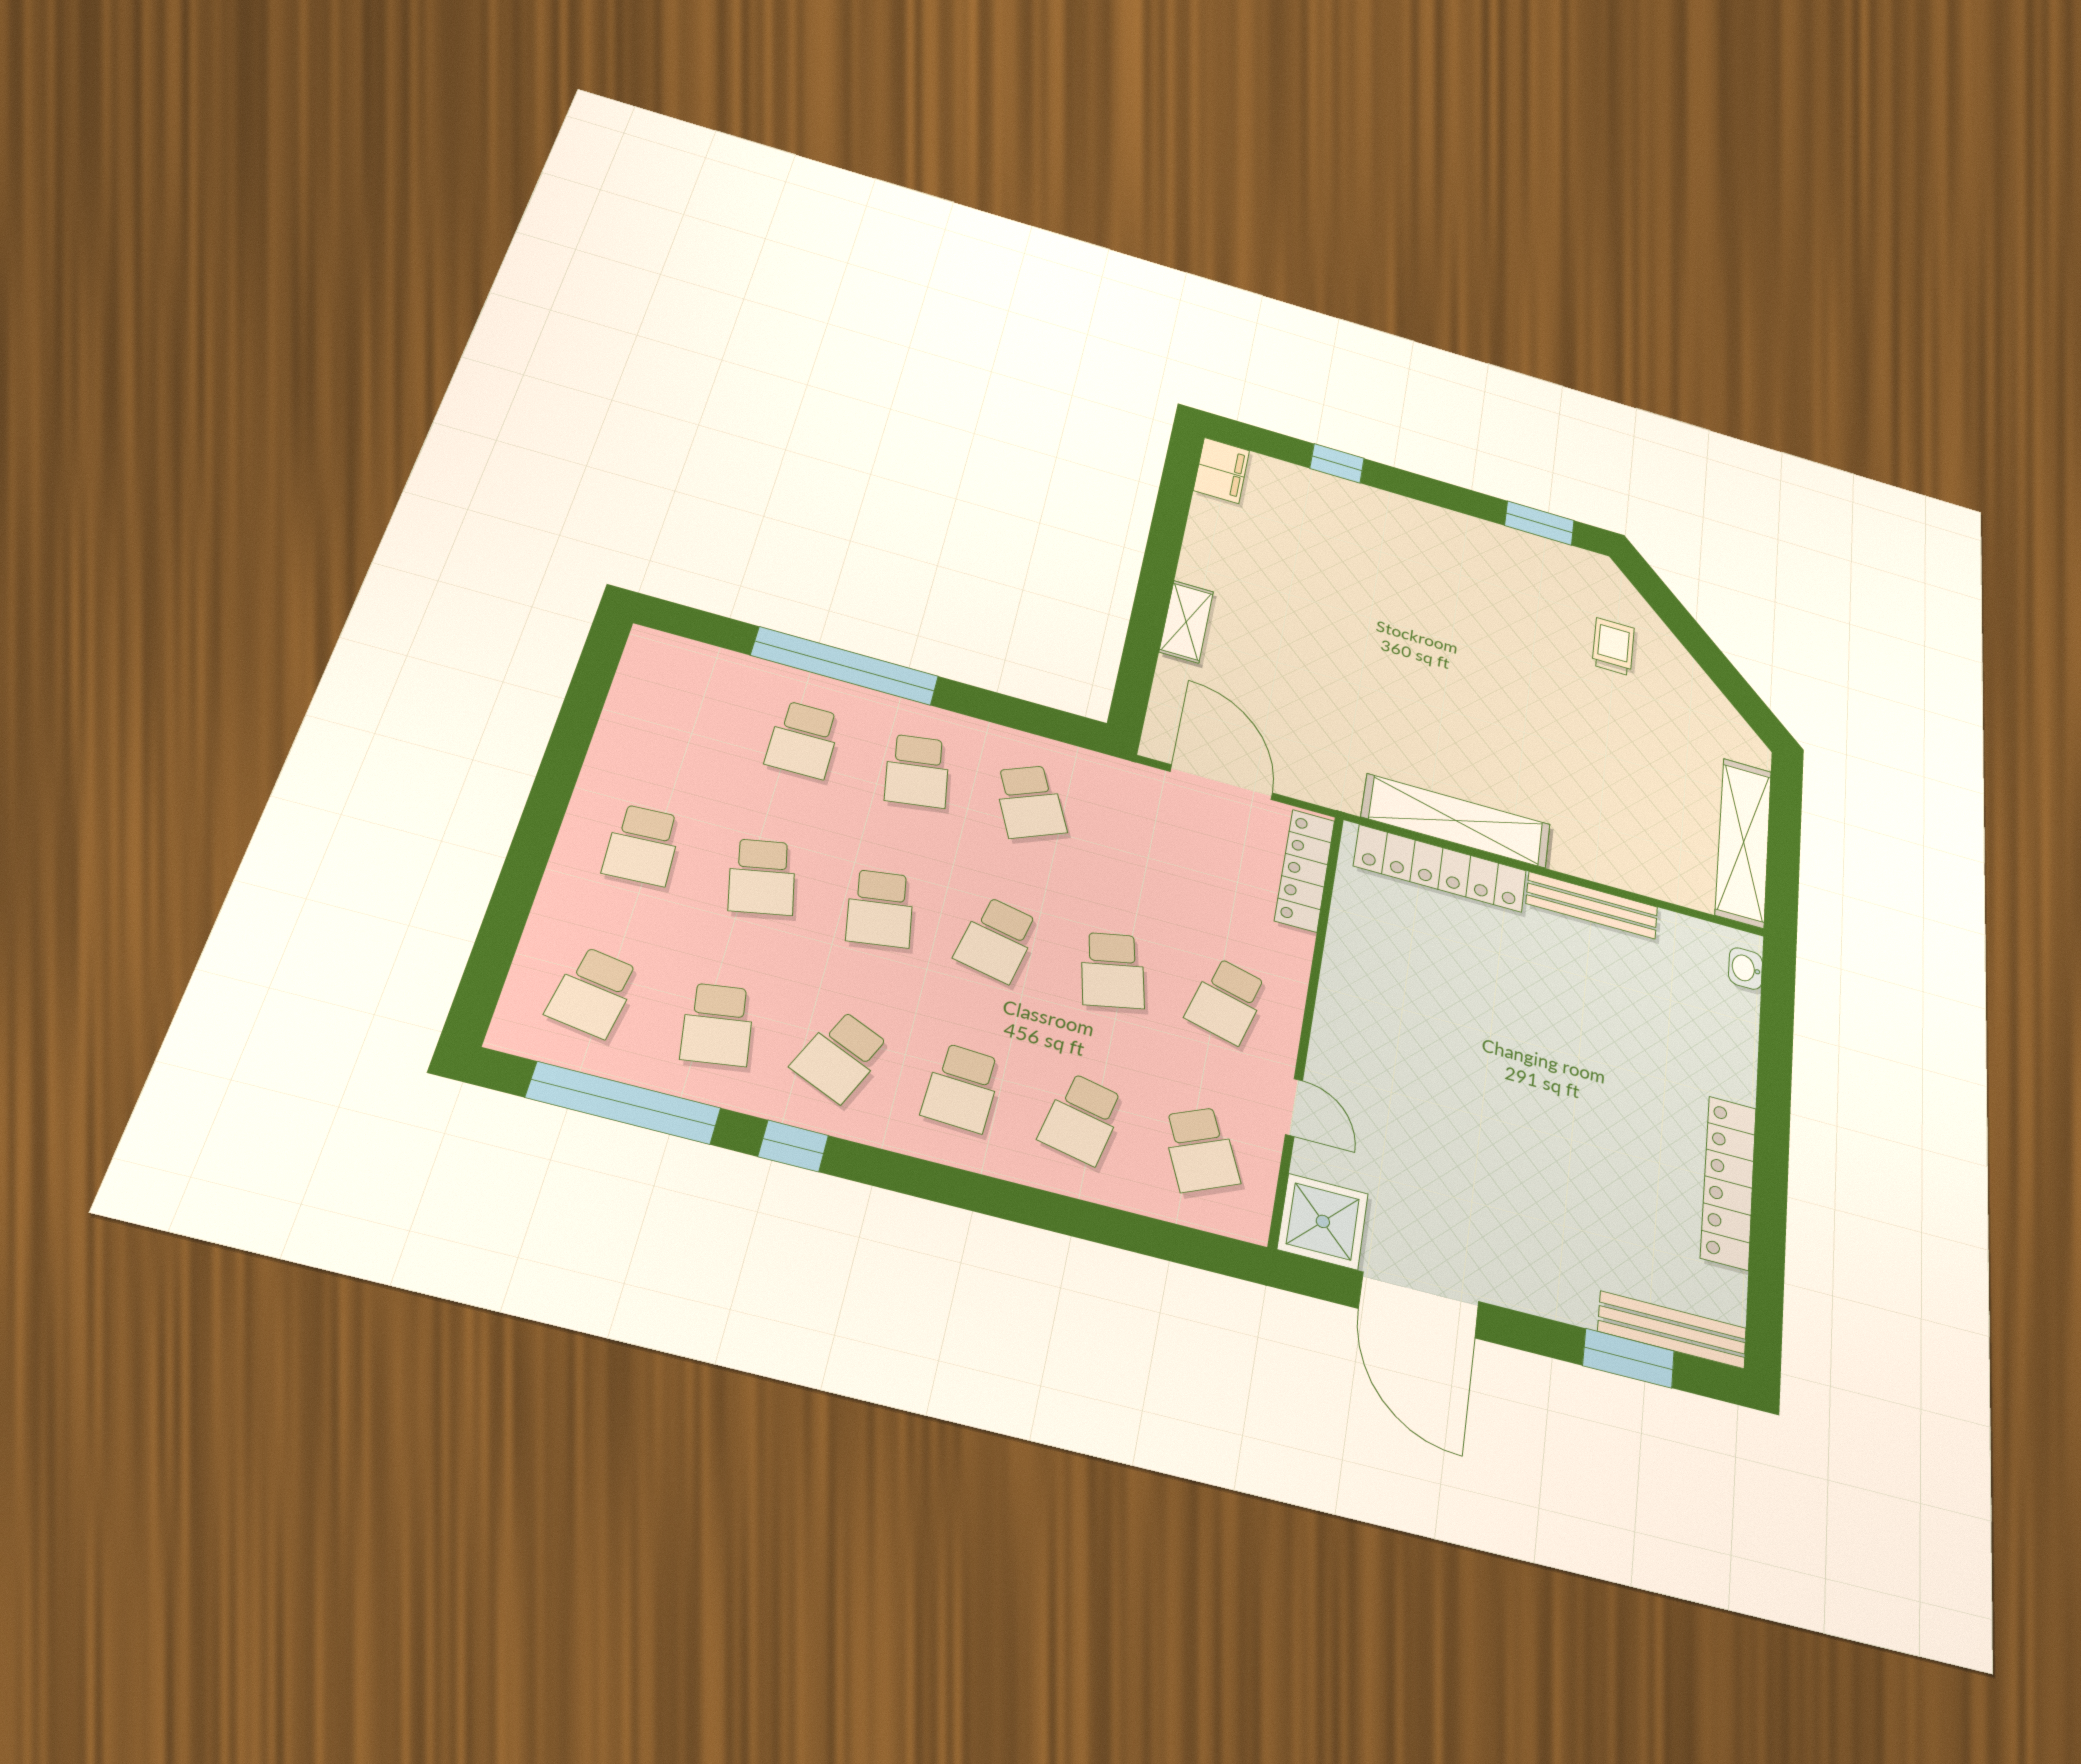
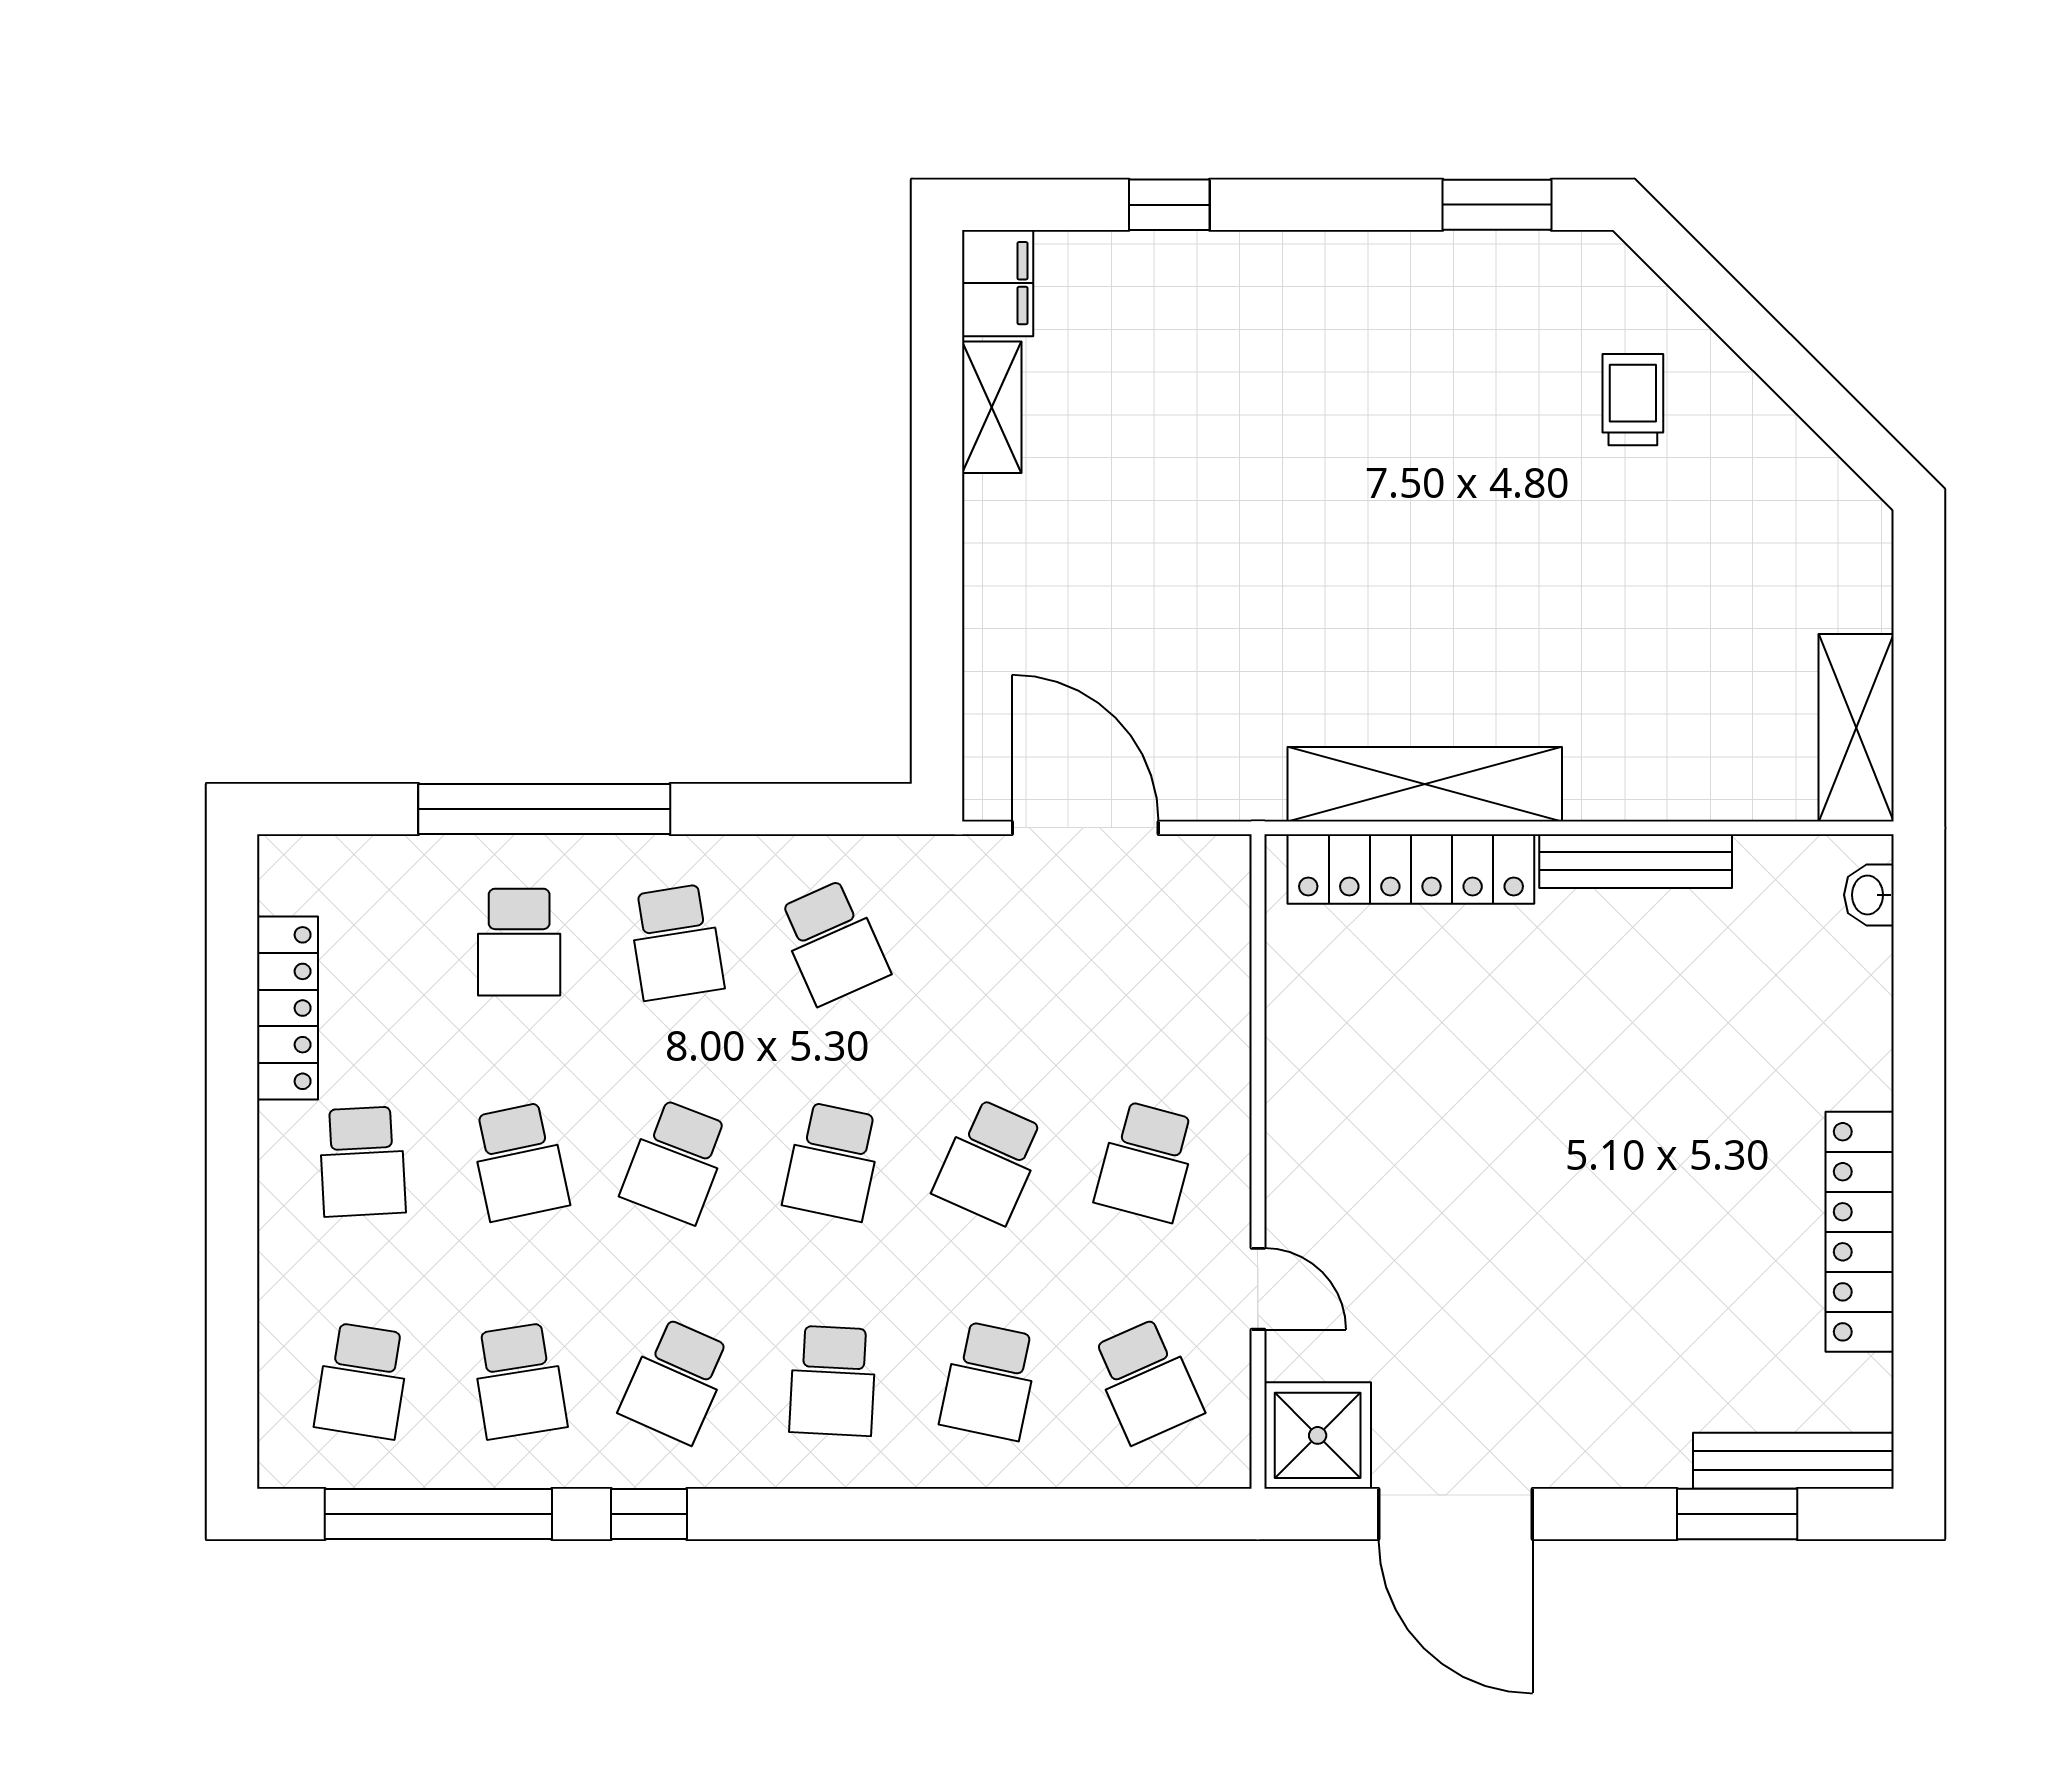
shelving: (1186, 622) -> (992, 407), moved
shelving: (1743, 842) -> (1856, 728), width x0.68
locker: (1305, 870) -> (287, 1008), moved, turned 180
school desk: (880, 908) -> (676, 1161), turned 30
school desk: (1113, 970) -> (990, 1161), turned 36

